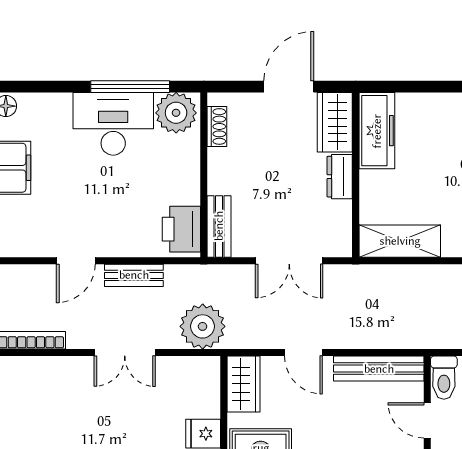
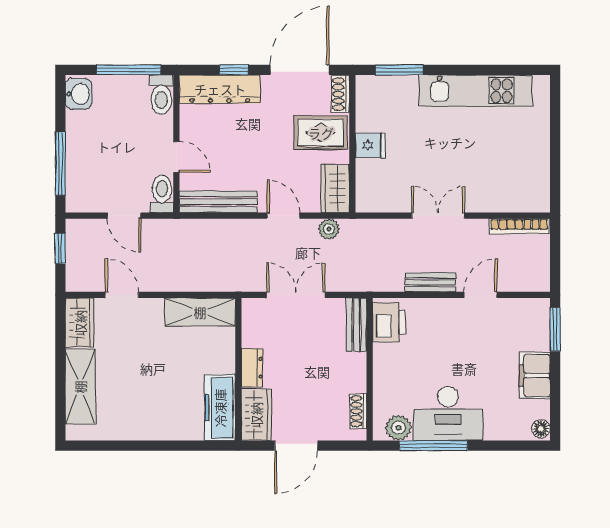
plant: (176, 113) -> (398, 428), width x0.73, depth x0.73
plant: (203, 326) -> (329, 229), moved, width x0.53, depth x0.53

